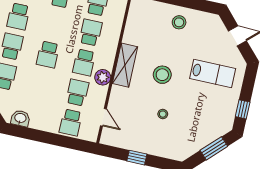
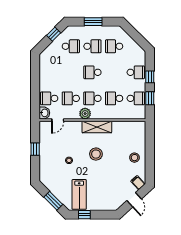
filing cabinet: (215, 25) -> (138, 183), added
school desk: (91, 32) -> (114, 98), turned 180
lab bench: (213, 73) -> (79, 194), moved
school desk: (77, 92) -> (71, 98), turned 180
washbasin: (20, 118) -> (44, 113), moved

